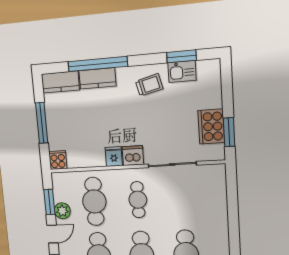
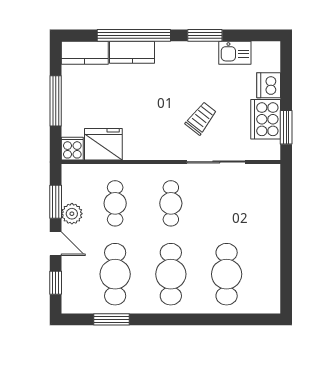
window: (182, 56) -> (205, 35), moved
trolley: (149, 85) -> (201, 118), moved, turned -38
dishwasher: (133, 156) -> (269, 85), moved, turned -90
fridge: (114, 157) -> (103, 144), moved, width x1.88, depth x1.34
cafe table: (94, 201) -> (115, 203), width x0.73, depth x0.74
door: (52, 234) -> (56, 244), hinge flipped

